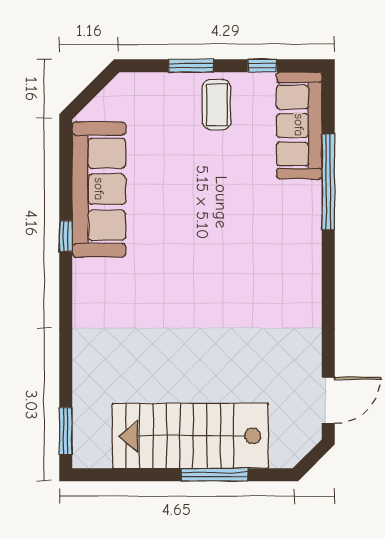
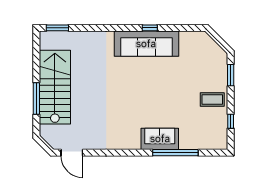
window: (191, 66) -> (231, 75), moved
sofa: (299, 125) -> (160, 139), moved, width x0.73
sofa: (99, 189) -> (146, 44), moved

